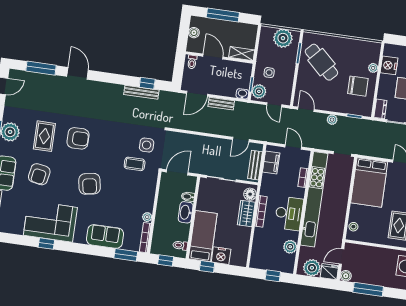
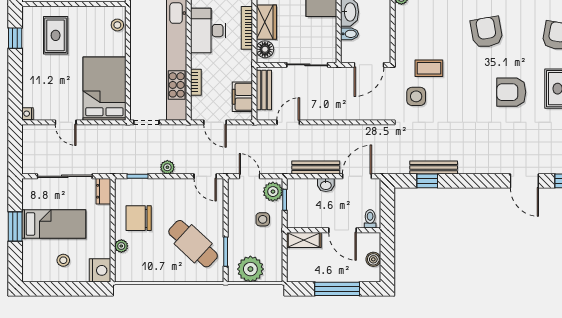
nightstand: (389, 65) -> (100, 270), moved
washbasin: (242, 94) -> (326, 185), moved
bench: (221, 104) -> (316, 168), width x1.36

